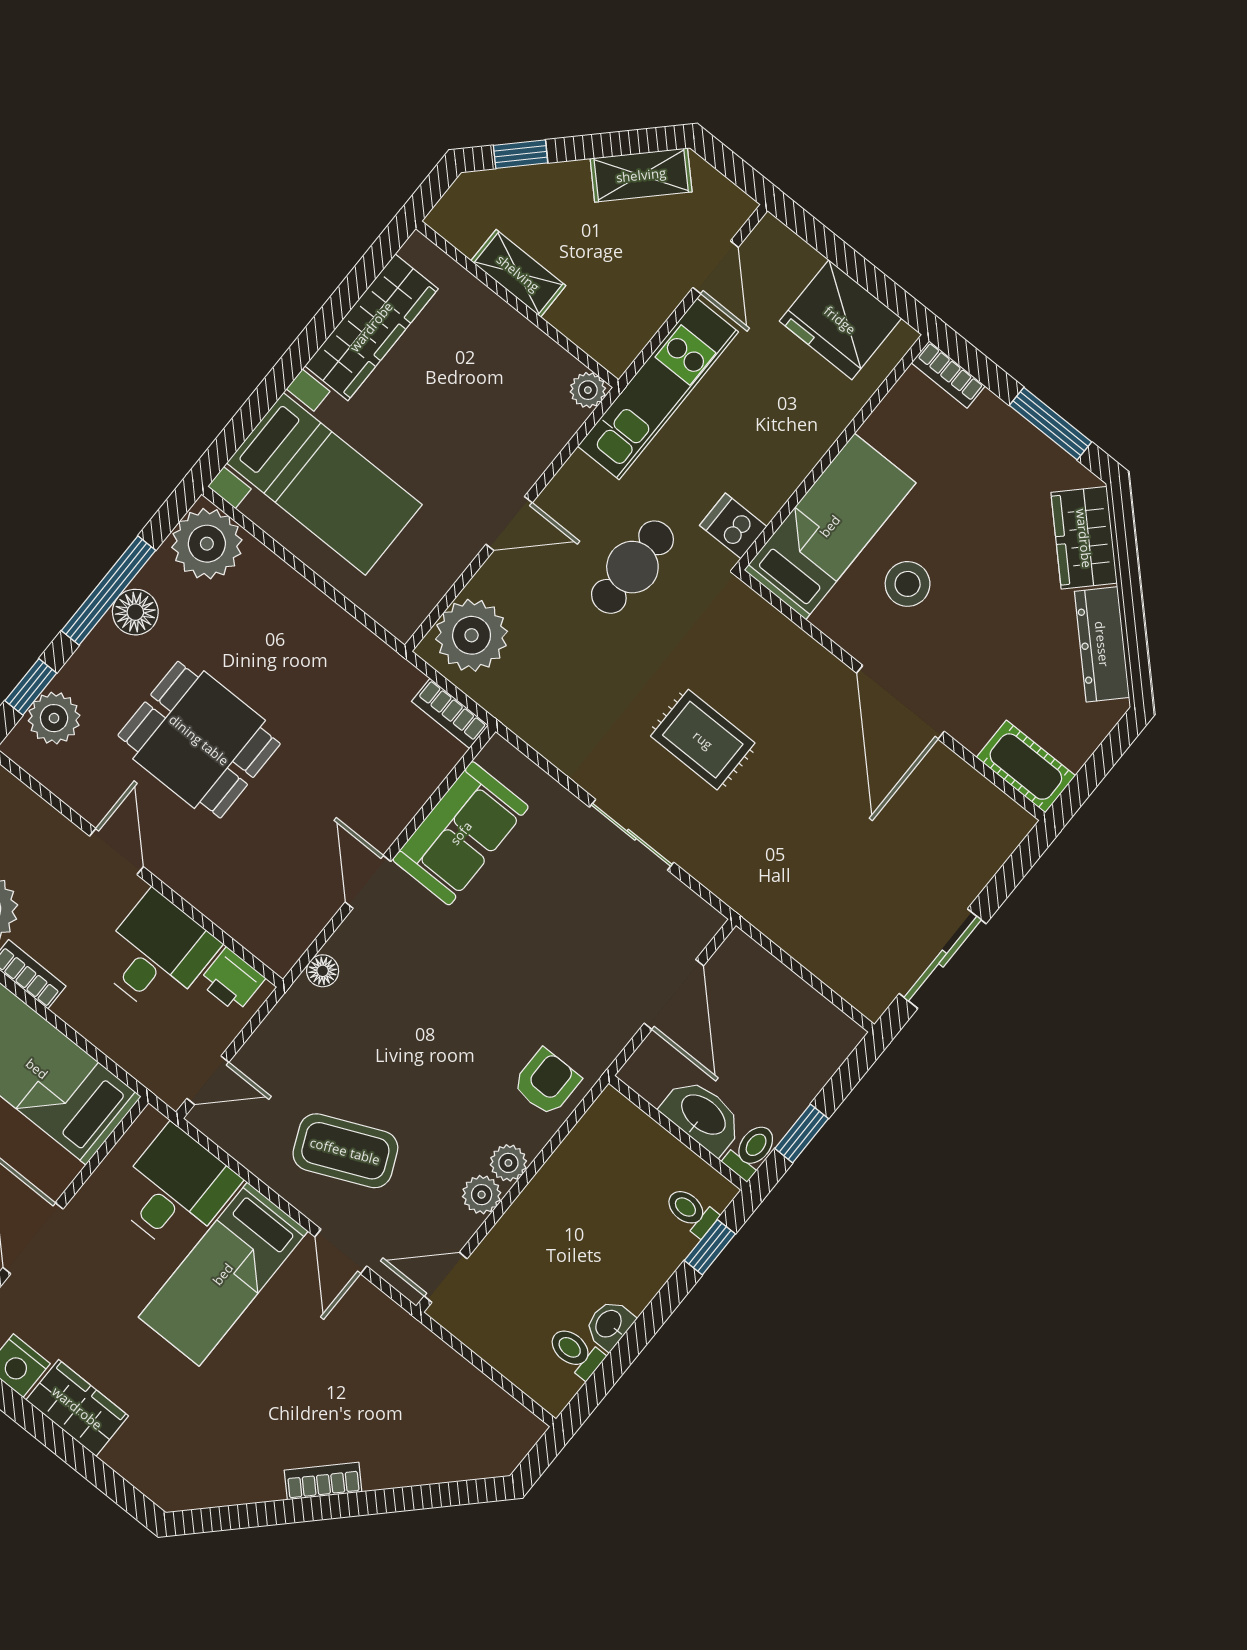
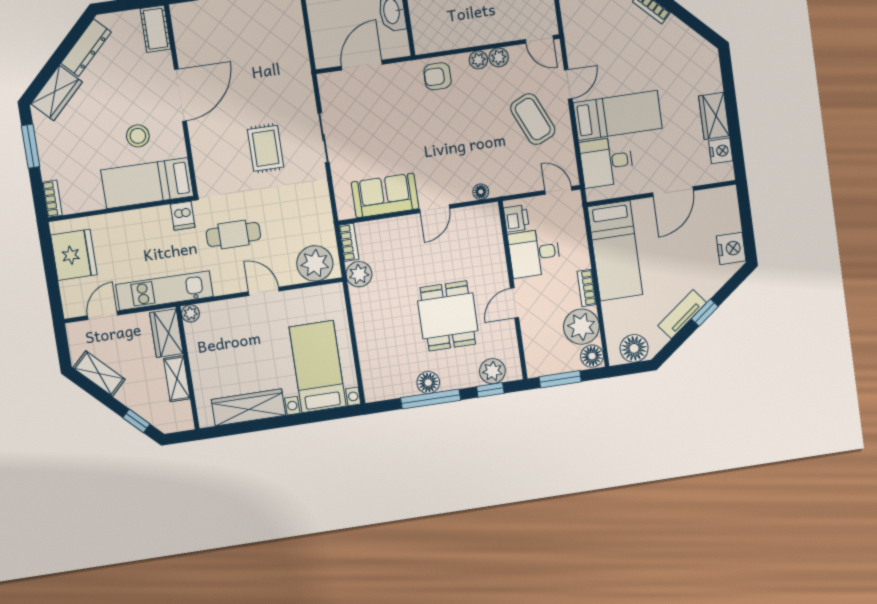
wardrobe: (597, 328) -> (166, 333), added
plant: (207, 544) -> (359, 274), moved, width x0.73, depth x0.73

